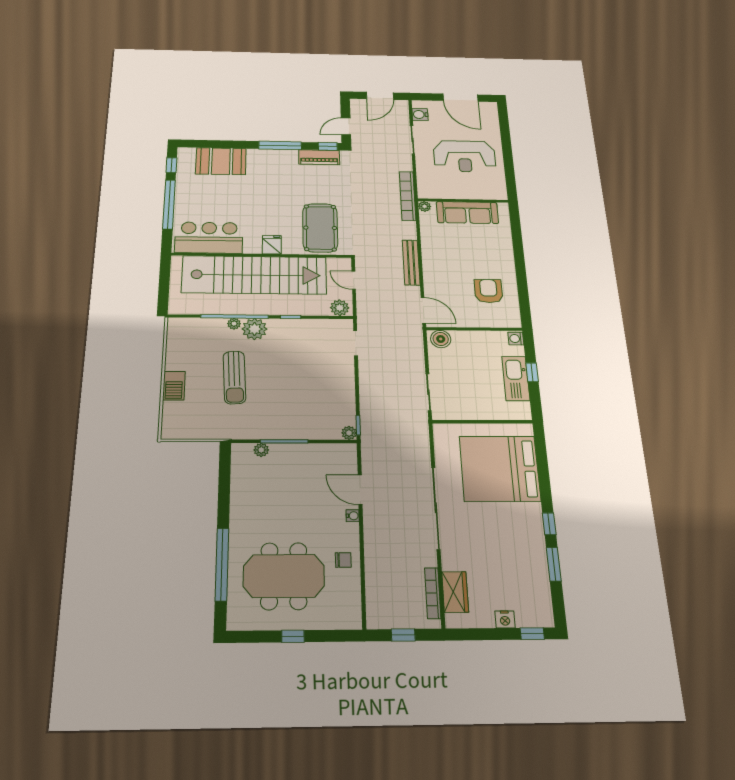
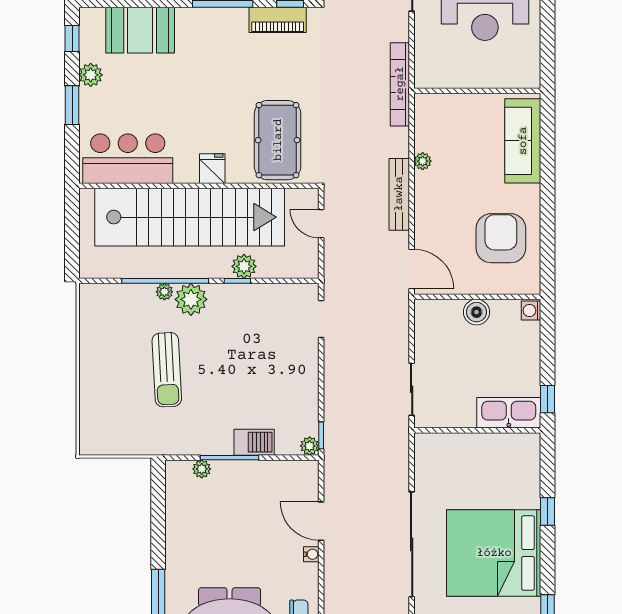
plant: (184, 187) -> (91, 75), added
window: (169, 204) -> (72, 105), width x0.47
plant: (425, 206) -> (423, 161), moved
sofa: (467, 213) -> (523, 141), moved, turned 90
armchair: (488, 291) -> (501, 238), width x1.36, depth x1.36
plant: (340, 308) -> (244, 266), moved
boiler: (441, 339) -> (477, 312), moved
window: (532, 372) -> (547, 399), moved
kitchen sink: (516, 378) -> (509, 413), moved, turned 90
barbecue: (174, 386) -> (254, 442), moved, turned -90
bed: (500, 469) -> (494, 553), moved
window: (549, 524) -> (547, 511), moved

